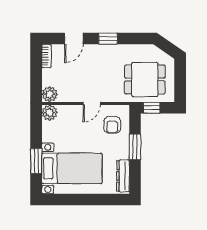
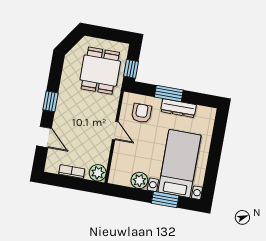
bookcase: (47, 56) -> (72, 172), moved
plant: (50, 113) -> (139, 180), moved
armchair: (112, 125) -> (142, 113), turned -90
dresser: (123, 176) -> (178, 108), moved

